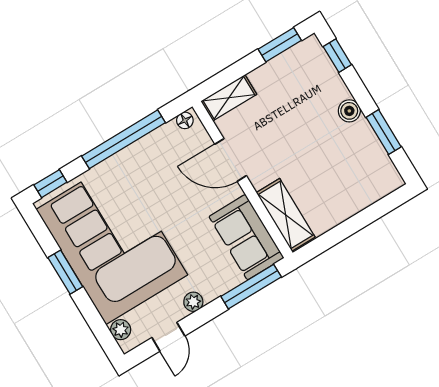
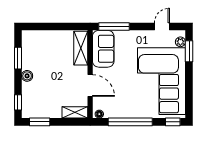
window: (65, 272) -> (189, 51), moved
plant: (193, 302) -> (142, 35), removed

